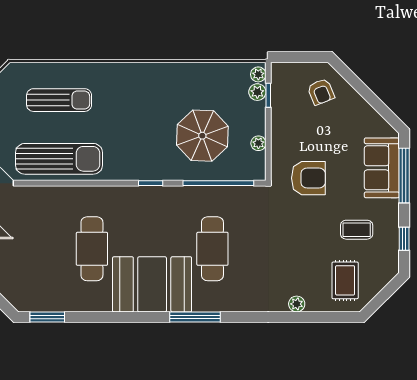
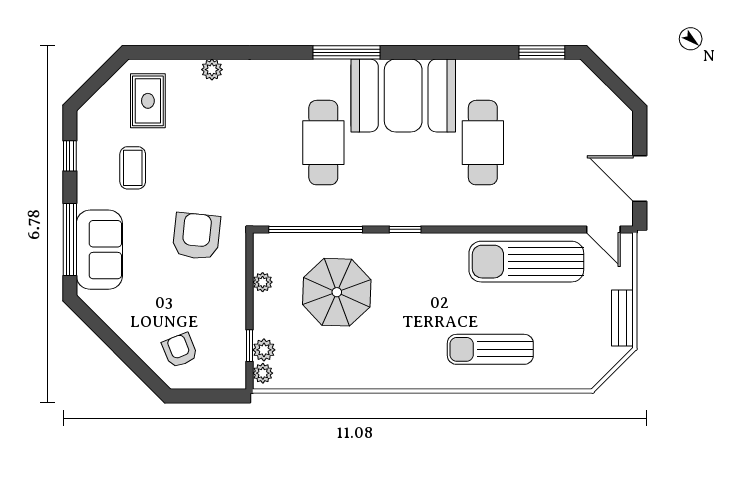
sun lounger: (59, 100) -> (490, 349), moved
armchair: (308, 178) -> (196, 236), turned 96
coffee table: (357, 230) -> (133, 168), turned 90

